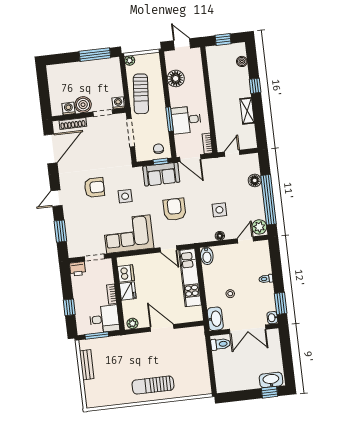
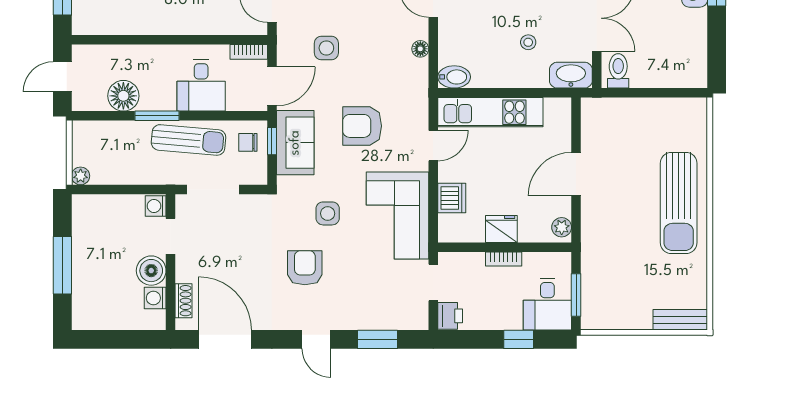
window: (95, 55) -> (62, 265), moved
sun lounger: (141, 94) -> (189, 140), moved
window: (169, 119) -> (157, 116), moved
shoe rack: (73, 124) -> (184, 301), width x0.70
side table: (219, 210) -> (326, 48), moved
dishwasher: (126, 274) -> (452, 198), moved, turned 90
desk: (104, 319) -> (547, 304), moved, turned 180
bench: (87, 365) -> (680, 320), moved
sun lounger: (153, 385) -> (679, 203), width x1.36, depth x1.34

